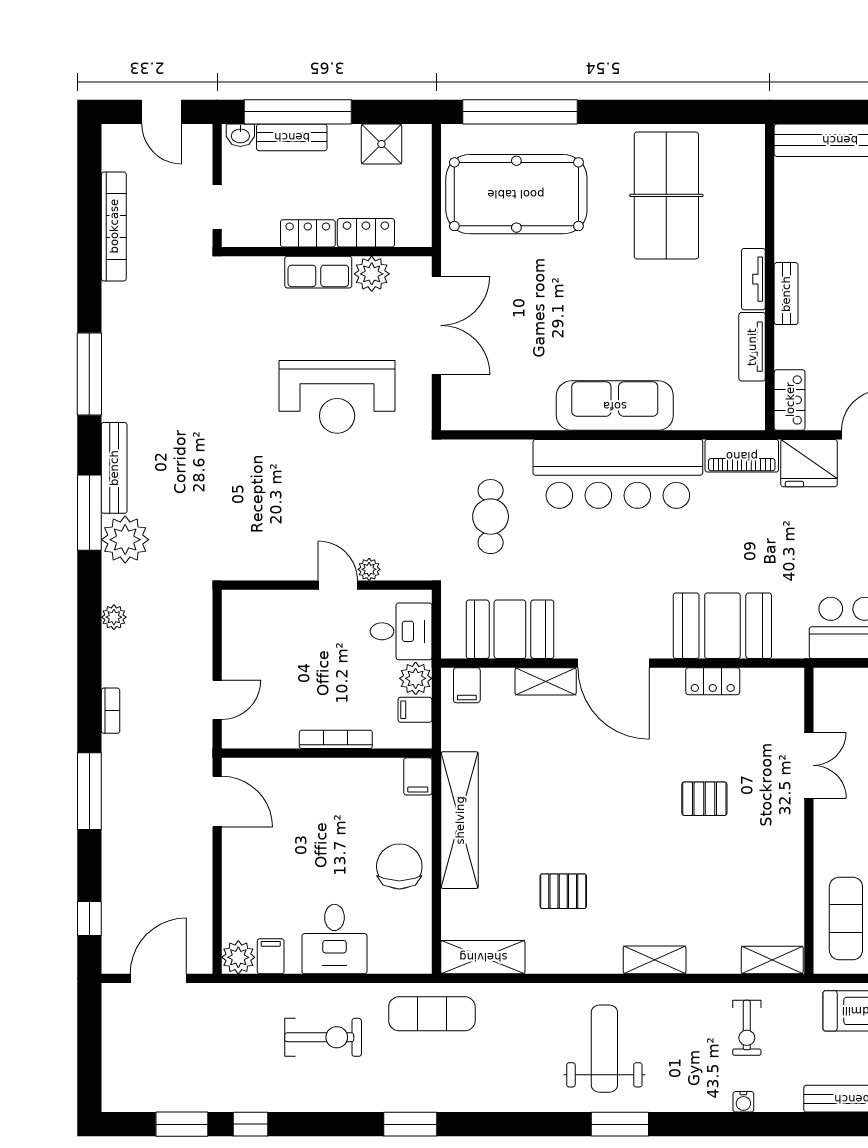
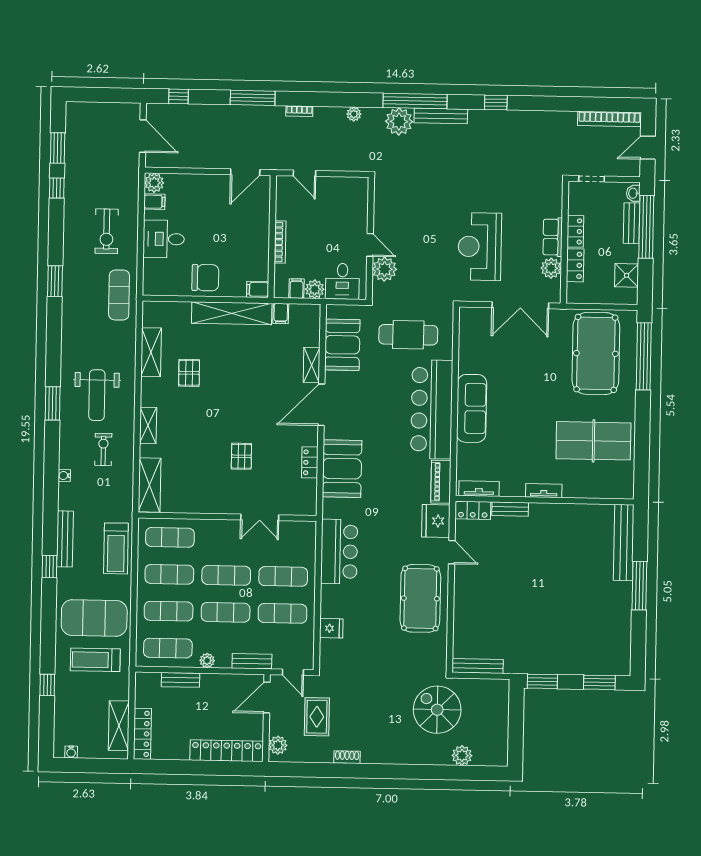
bookcase: (114, 226) -> (609, 119), moved
bench: (786, 294) -> (510, 509), moved
tv unit: (752, 347) -> (479, 489), moved
window: (89, 374) -> (496, 103), width x0.46
window: (89, 513) -> (415, 101), width x1.46
cafe table: (491, 517) -> (408, 335), width x1.37, depth x1.35
plant: (369, 569) -> (384, 269), width x1.88, depth x1.88
door: (338, 585) -> (370, 245), hinge flipped
filing cabinet: (467, 685) -> (281, 314), moved, turned -90
shelving: (483, 957) -> (151, 352), moved
shelving: (772, 960) -> (149, 485), width x1.50, depth x1.33
exercise bike: (747, 1028) -> (103, 449), moved, turned 90
weight bench: (604, 1049) -> (97, 395), turned 90

